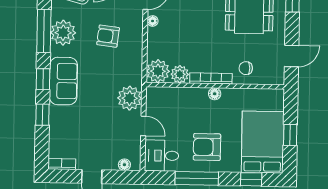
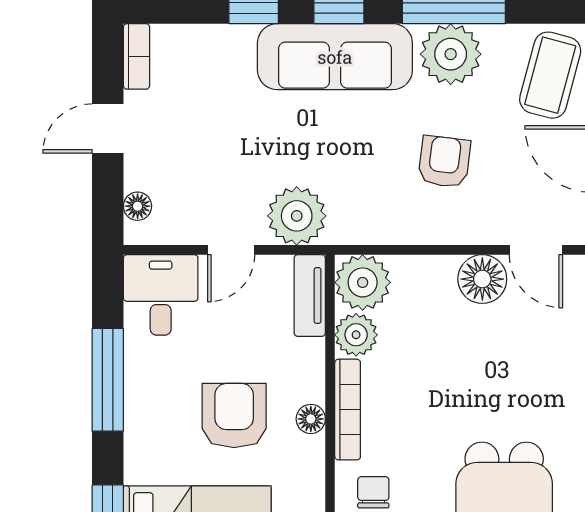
floor lamp: (153, 21) -> (482, 279), width x1.89, depth x1.89
sofa: (63, 81) -> (335, 57), width x1.36
tv unit: (163, 93) -> (310, 295), added
armchair: (207, 147) -> (234, 415), moved

